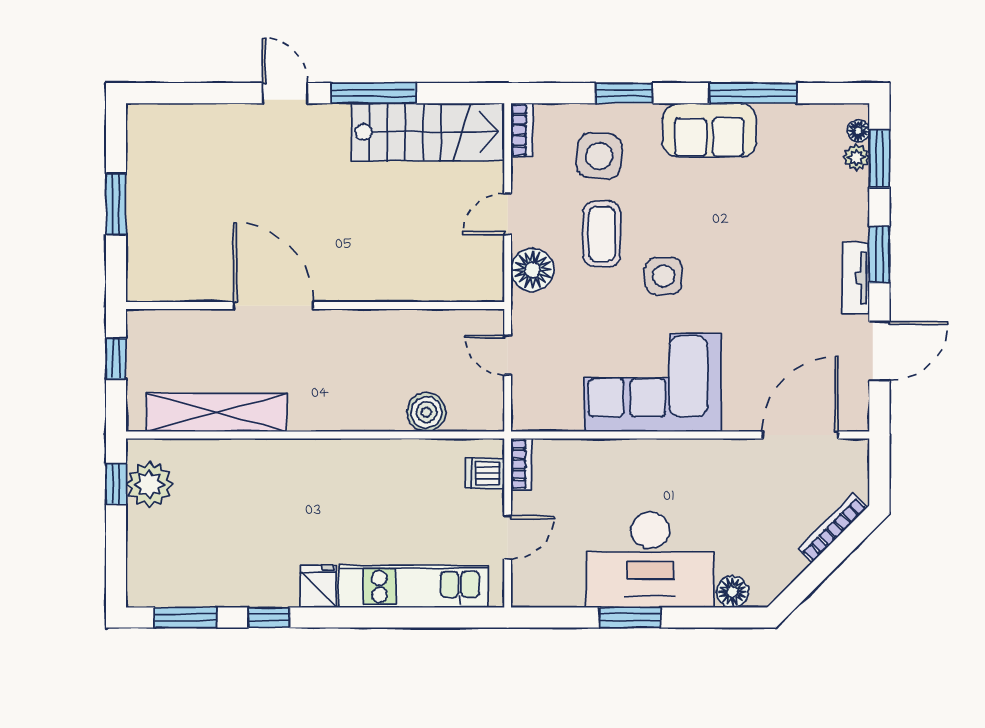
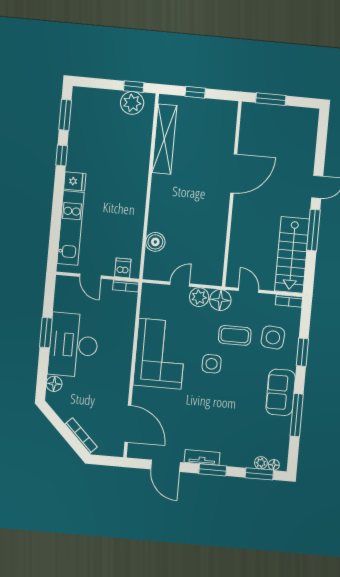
door: (273, 306) -> (234, 174), moved
wall: (315, 306) -> (232, 194), moved
plant: (530, 313) -> (199, 297), added

